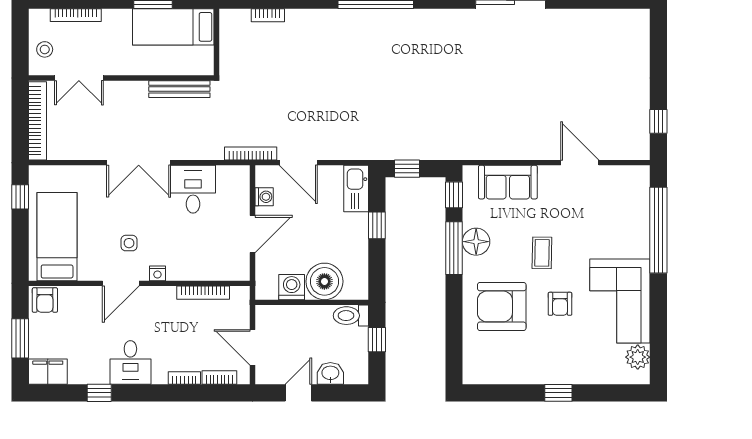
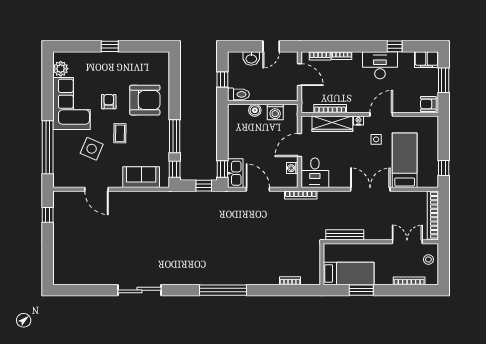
door: (298, 163) -> (258, 189), moved
desk: (193, 189) -> (315, 173), moved
window: (377, 225) -> (222, 169), moved
side table: (588, 228) -> (92, 149), added
bed: (57, 237) -> (405, 160), moved, turned 180
floor lamp: (476, 242) -> (161, 140), removed
wardrobe: (200, 268) -> (332, 124), added
boiler: (324, 281) -> (255, 110), width x0.54, depth x0.54
armchair: (45, 300) -> (428, 104), turned -90
desk: (130, 362) -> (380, 65), width x1.37

